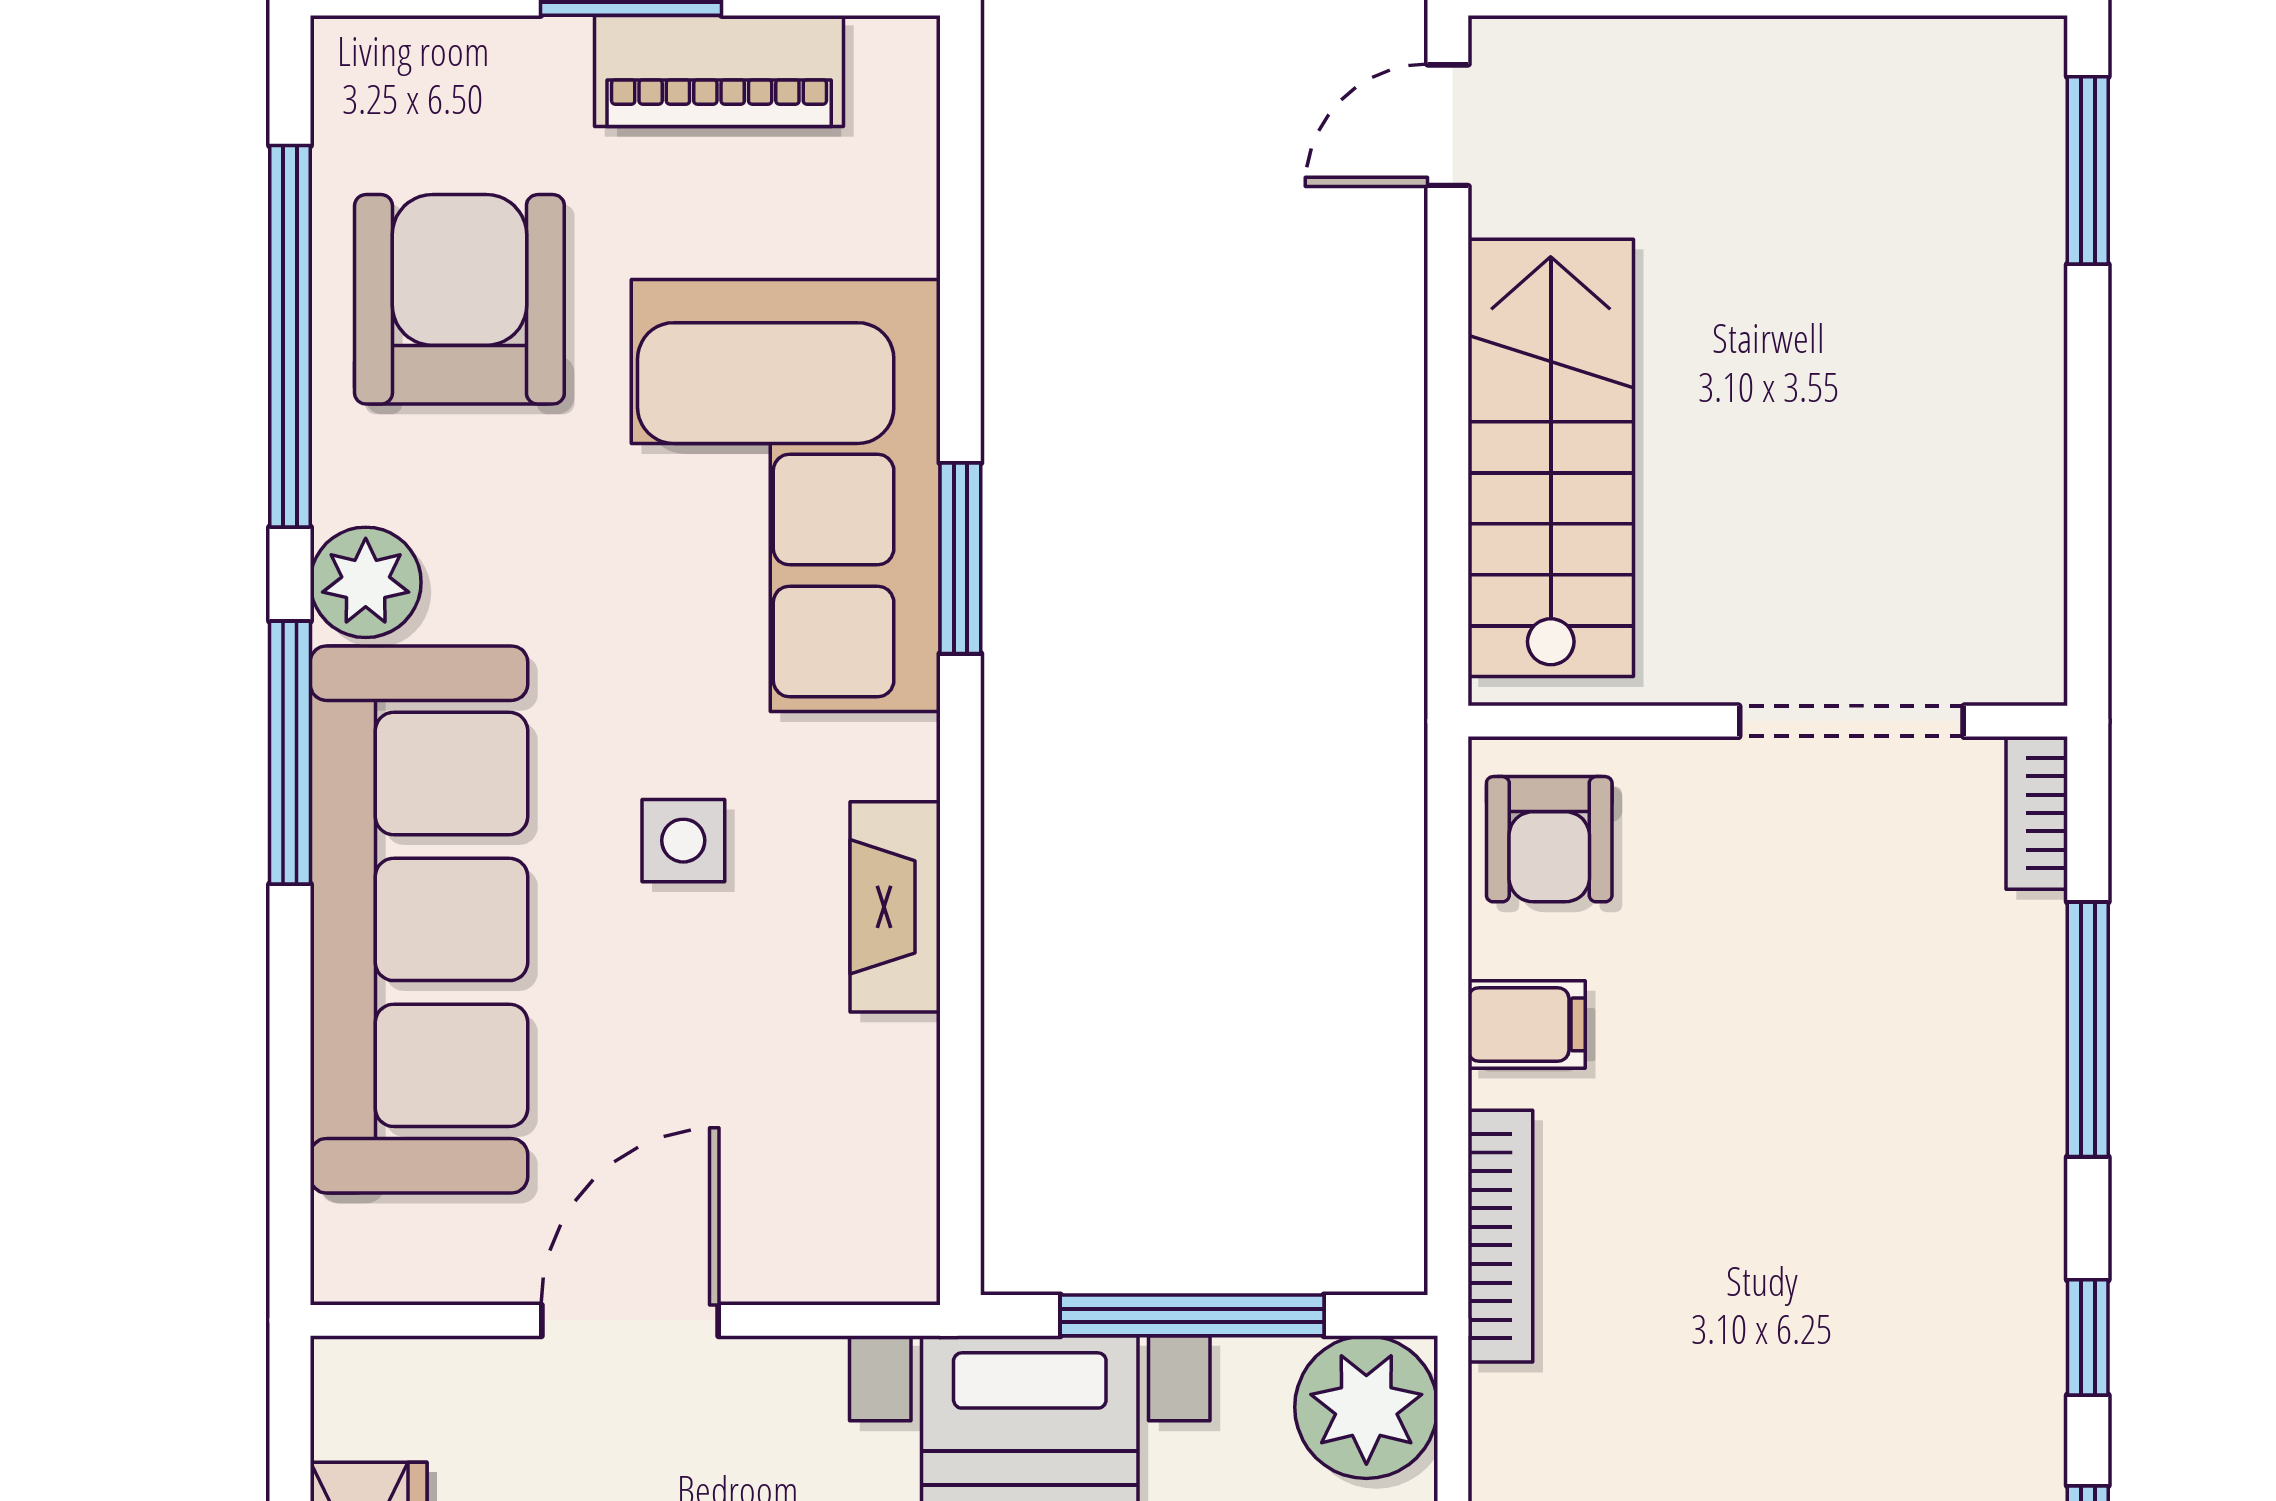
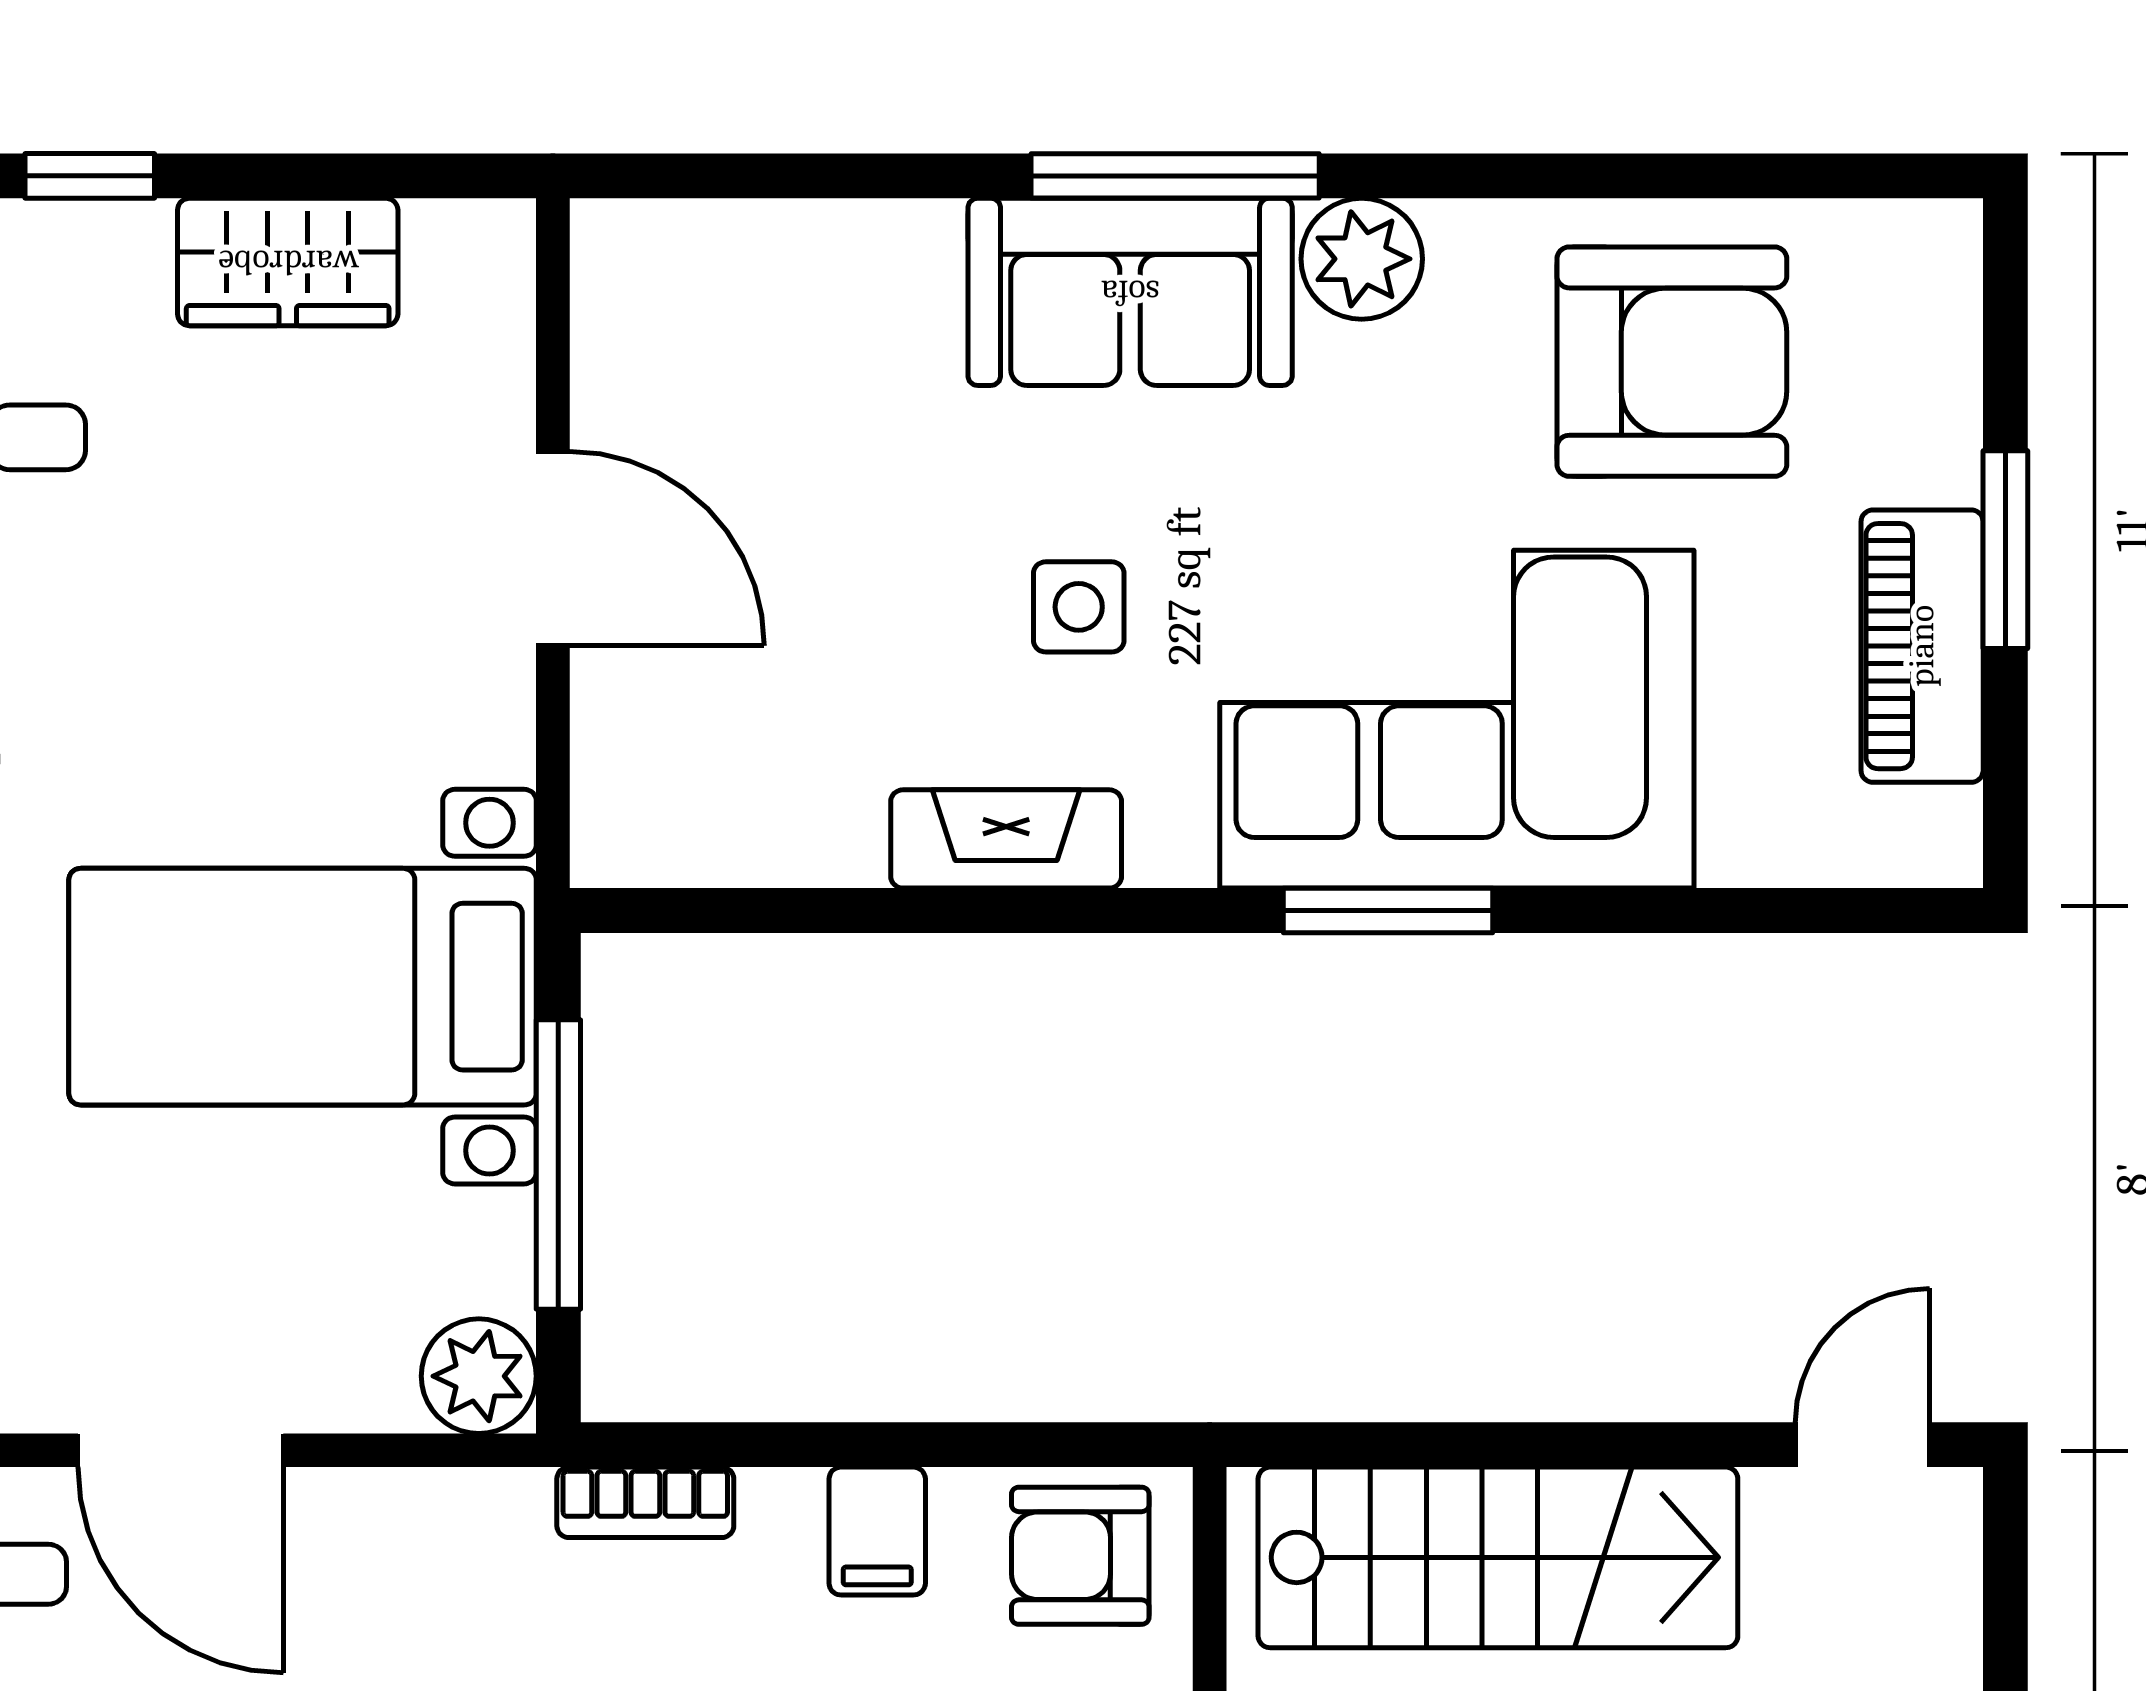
door: (1448, 125) -> (1863, 1445), hinge flipped
window: (290, 336) -> (1631, 176), removed
sofa: (419, 919) -> (1130, 292), width x0.54, depth x0.79
bookcase: (1500, 1236) -> (645, 1502), width x0.64
plant: (1366, 1407) -> (479, 1376), width x0.73, depth x0.73

